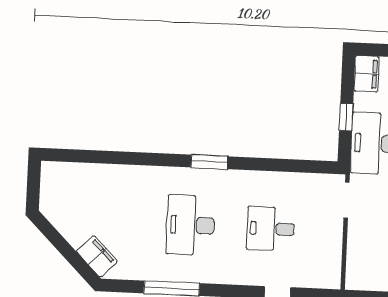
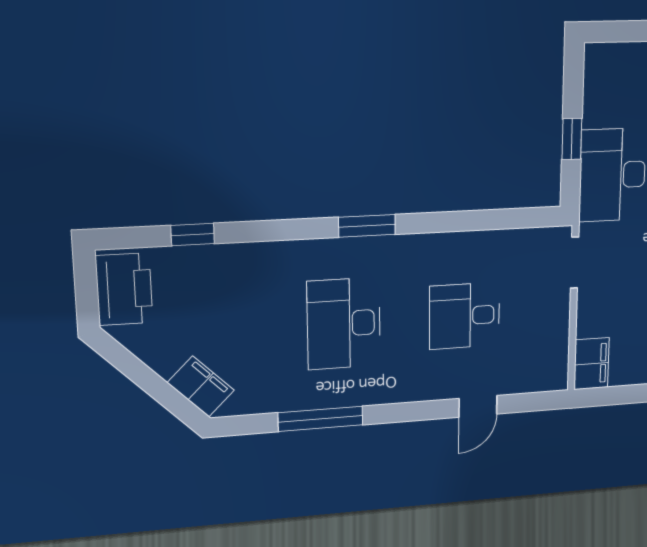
filing cabinet: (366, 74) -> (591, 364), moved
window: (100, 157) -> (193, 235), added
printer: (56, 187) -> (124, 289), added

